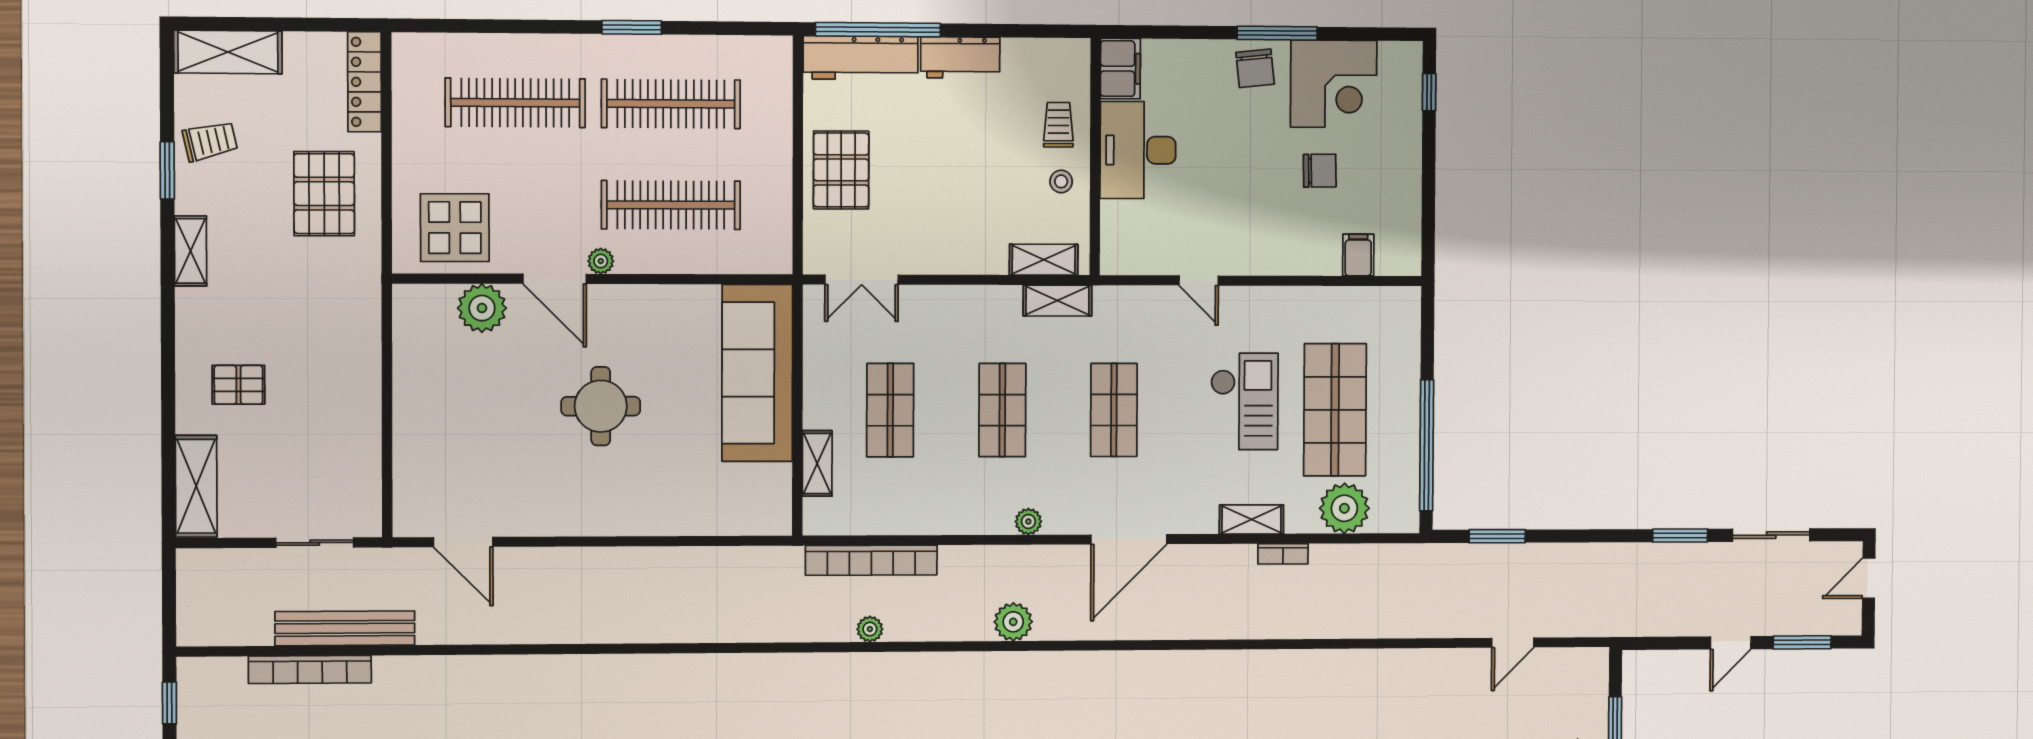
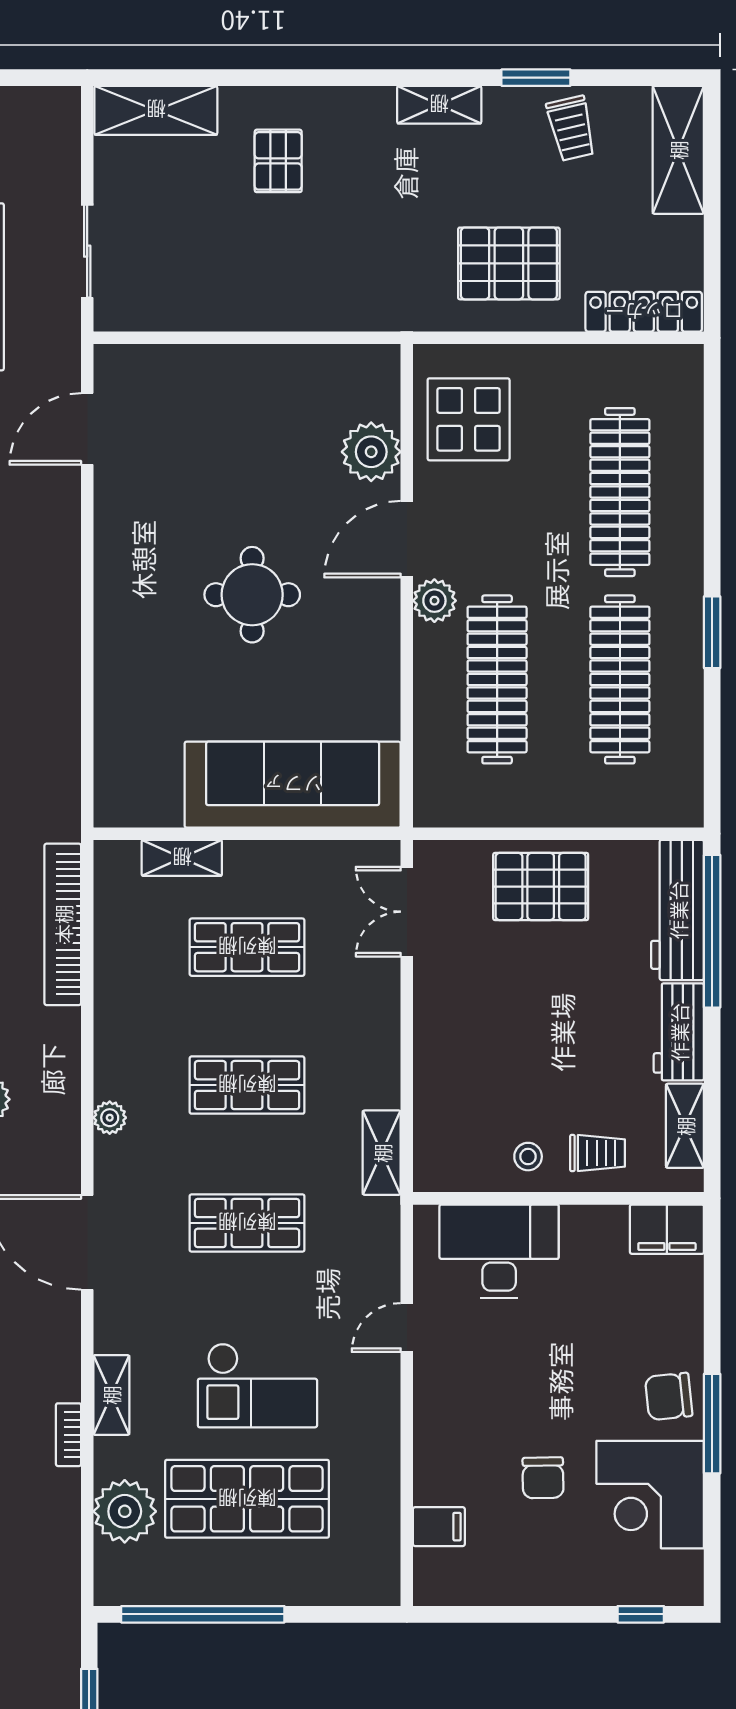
desk: (1138, 150) -> (499, 1251), moved
shelving: (1044, 260) -> (685, 1126), moved
plant: (601, 261) -> (434, 601), width x1.38, depth x1.38

